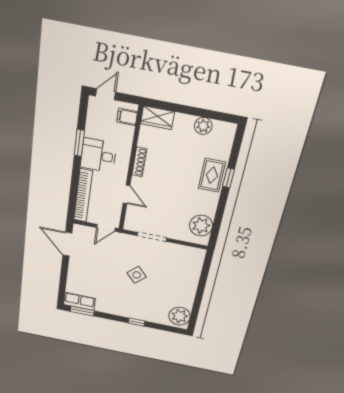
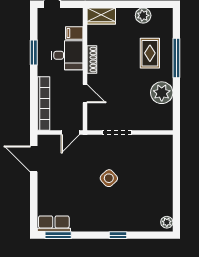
filing cabinet: (127, 117) -> (74, 33), moved
desk: (98, 155) -> (67, 55), moved, turned 180
rug: (212, 175) -> (150, 53), moved
window: (229, 178) -> (176, 58), width x2.17
plant: (201, 226) -> (162, 93), moved
plant: (180, 316) -> (167, 222), width x0.53, depth x0.53

